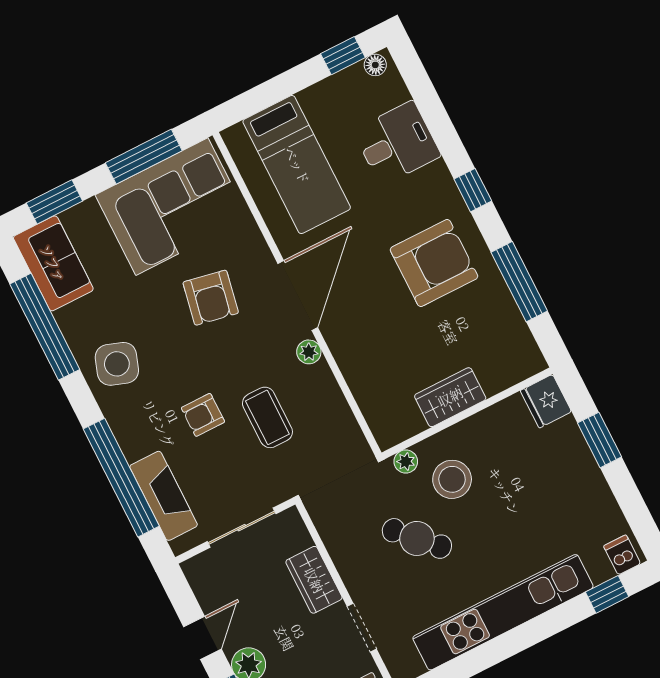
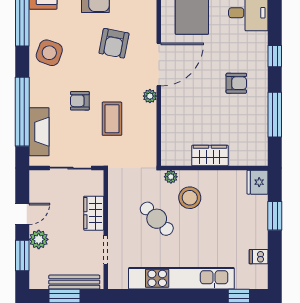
armchair: (434, 263) -> (236, 83), width x0.53, depth x0.53
dishwasher: (622, 555) -> (259, 257), moved, turned -90

